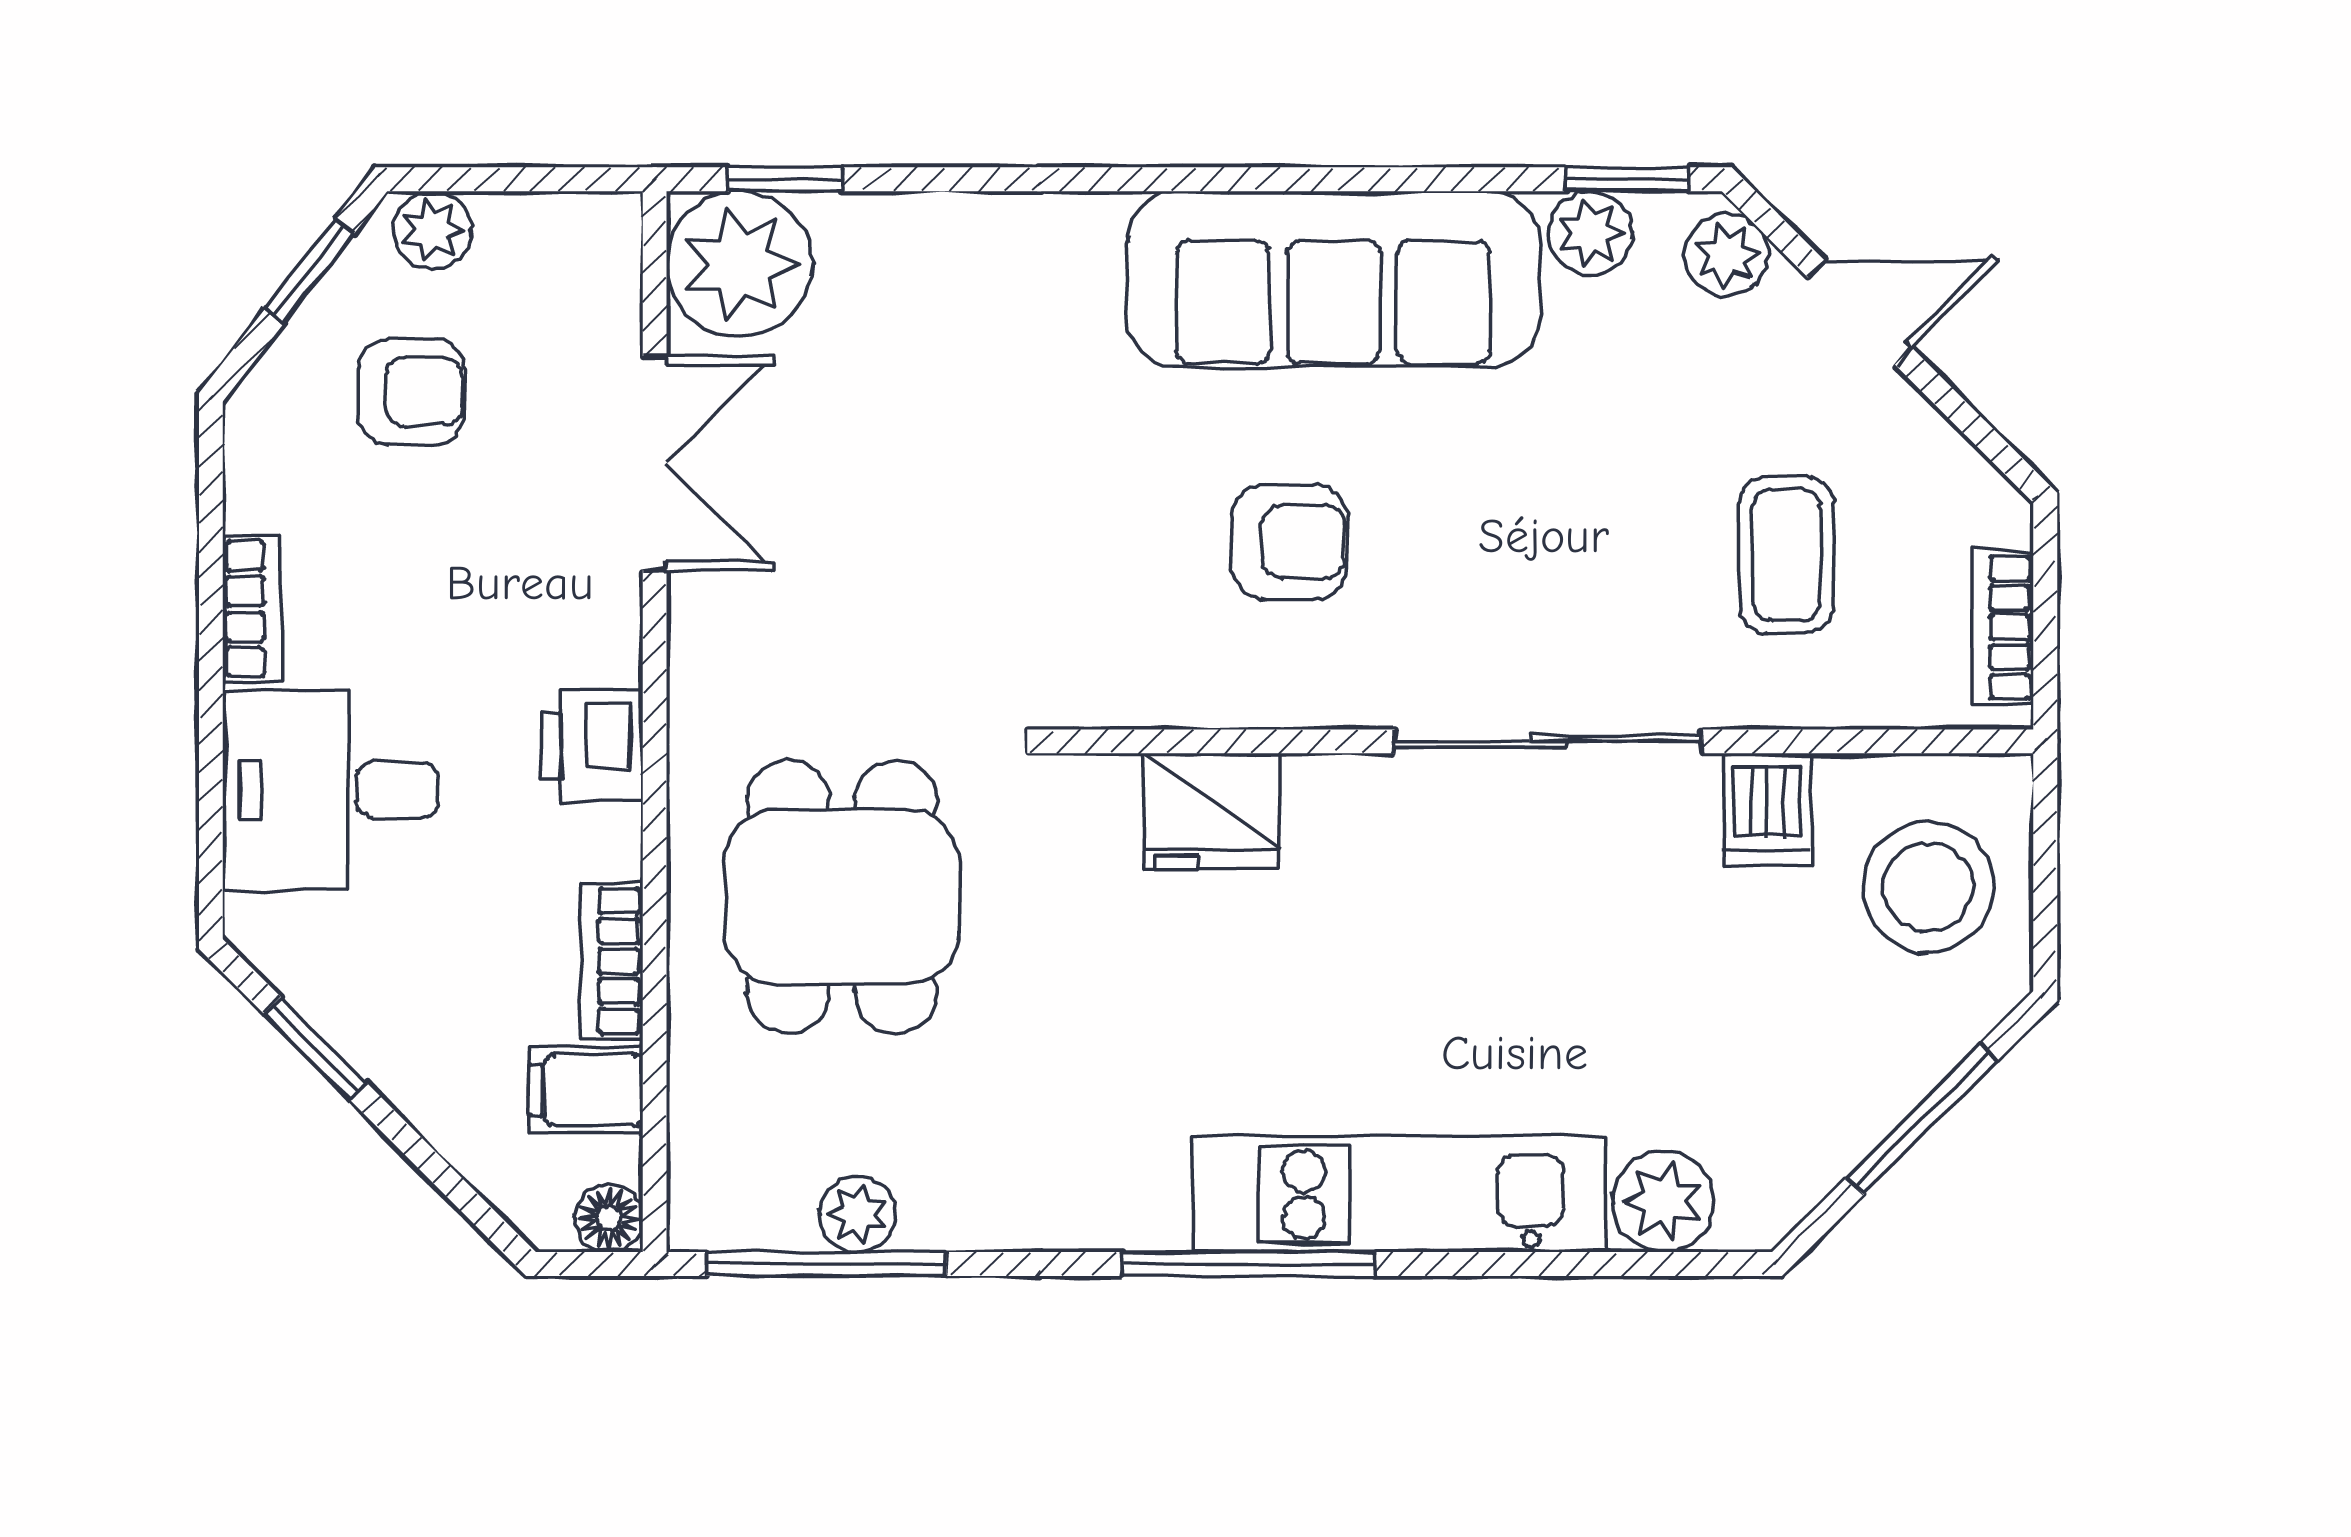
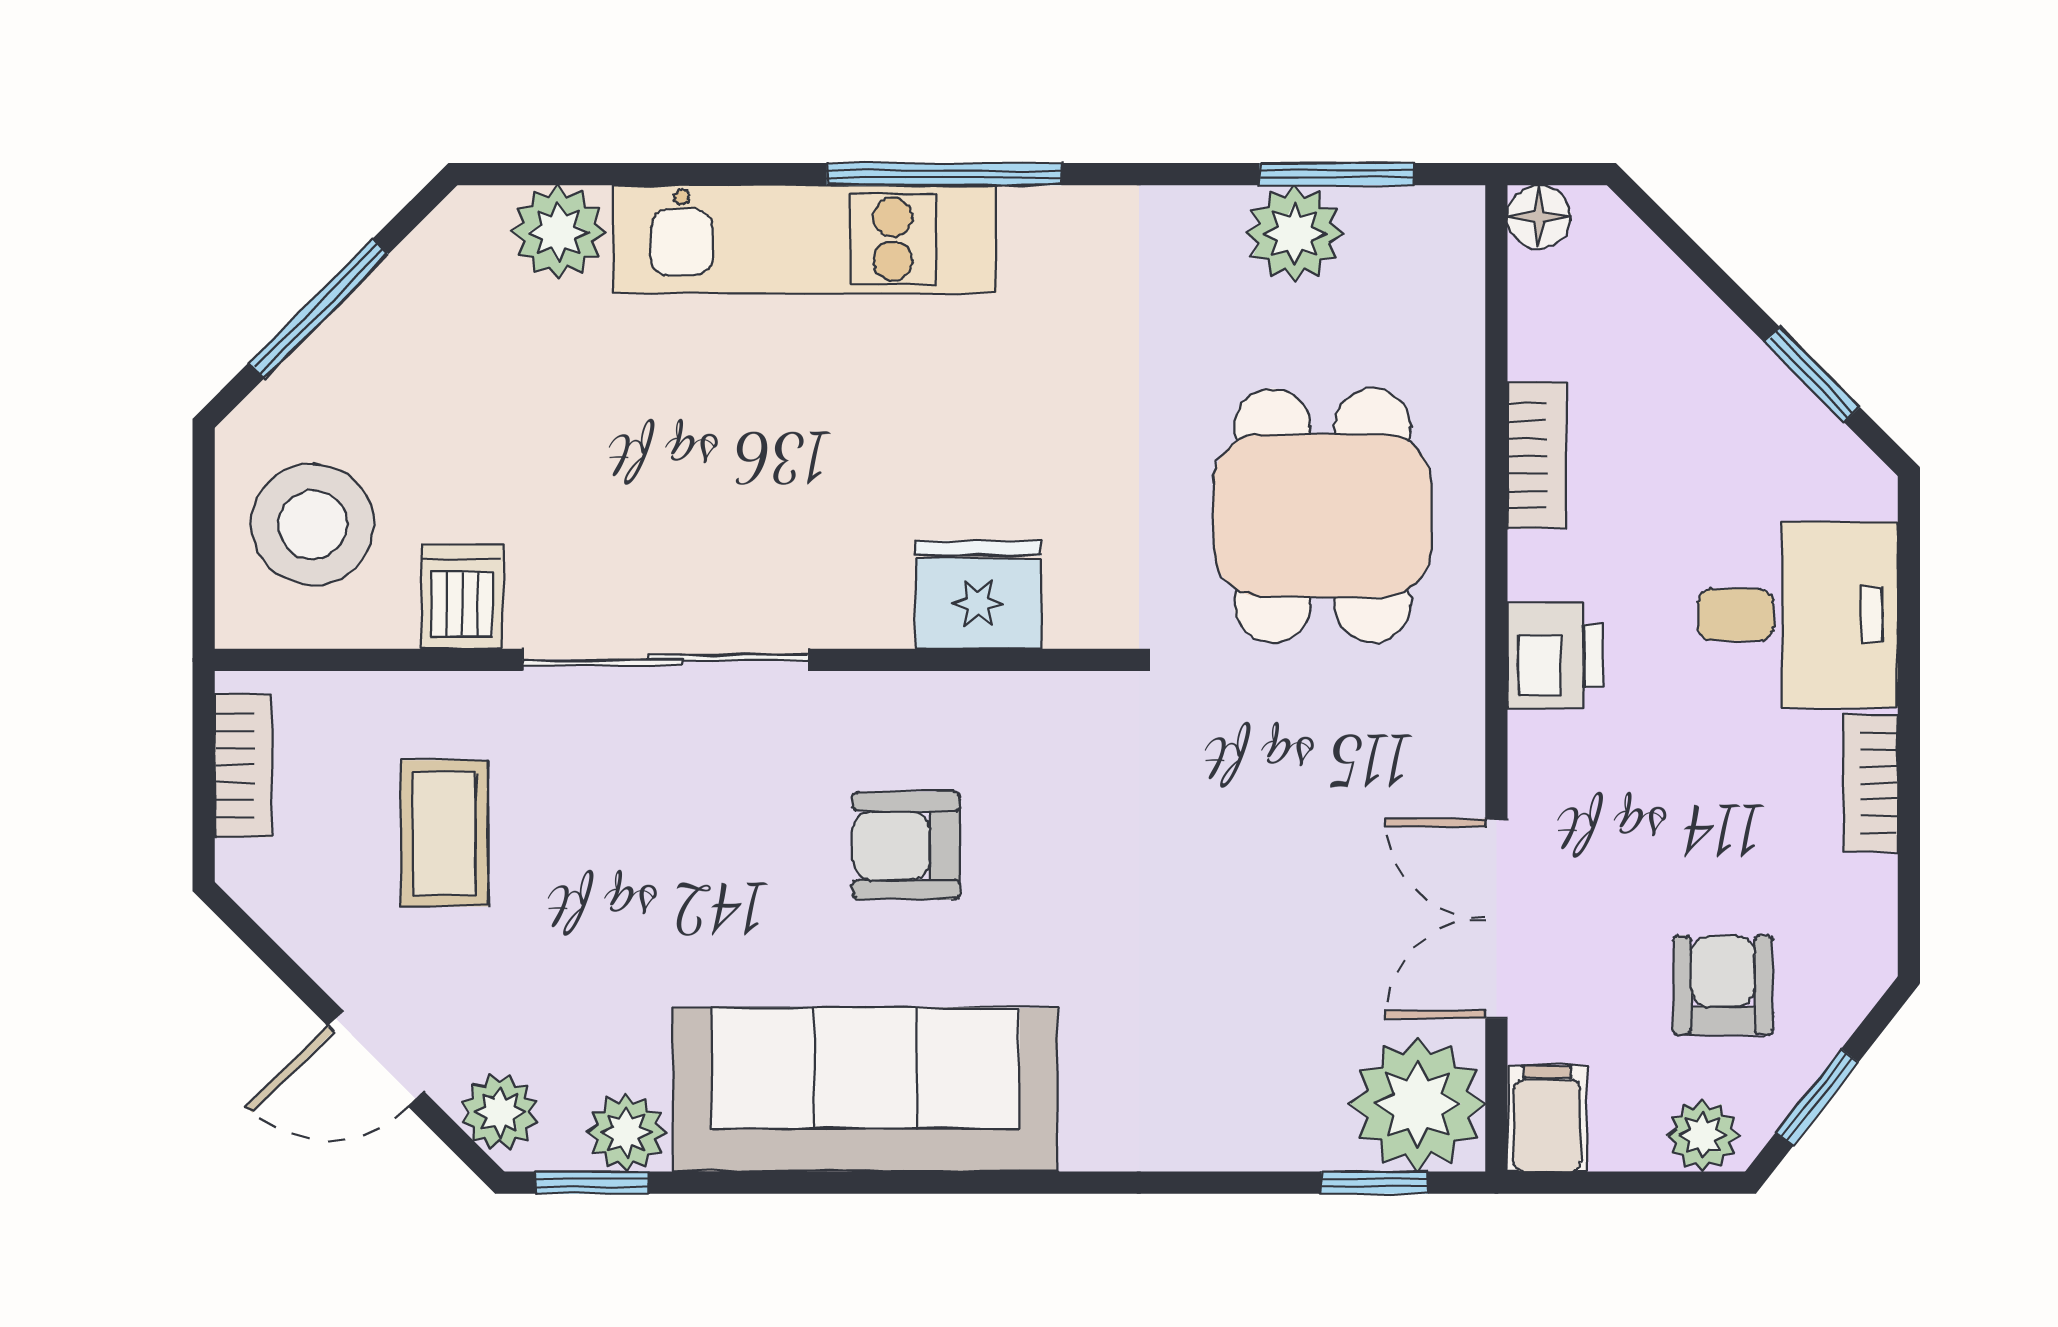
armchair: (411, 392) -> (1723, 985), turned 90
filing cabinet: (586, 1090) -> (1547, 1119), moved, turned -90
plant: (858, 1214) -> (1294, 234), width x1.38, depth x1.38
window: (826, 1264) -> (1337, 174), width x0.69

